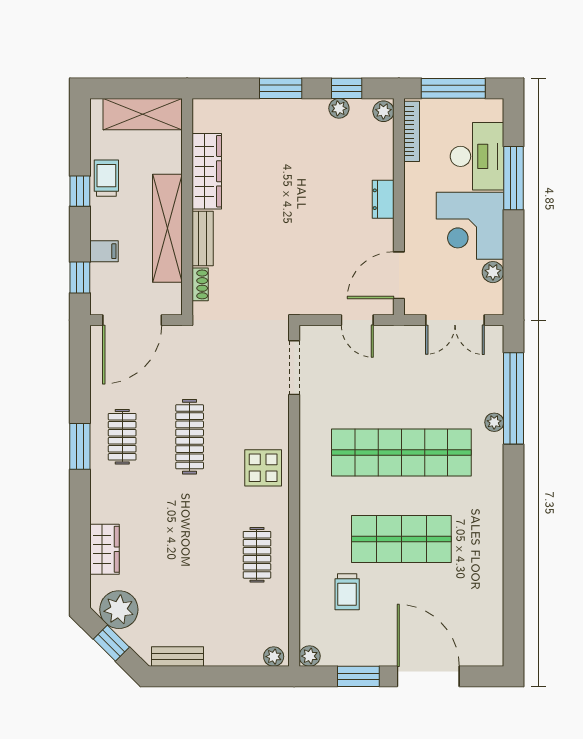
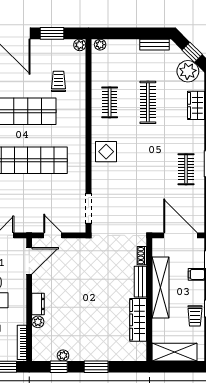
plant: (383, 111) -> (38, 322), moved
door: (132, 320) -> (180, 235), hinge flipped
clothes rail: (190, 437) -> (148, 102), moved

